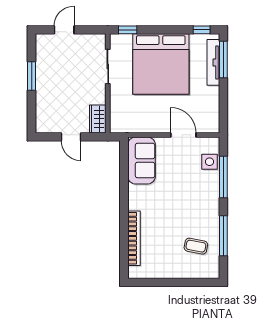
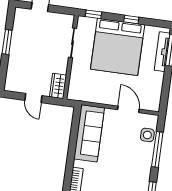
window: (202, 30) -> (131, 19), moved
sofa: (141, 160) -> (89, 133), width x1.36

